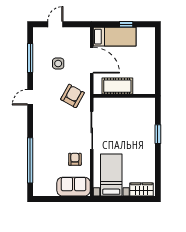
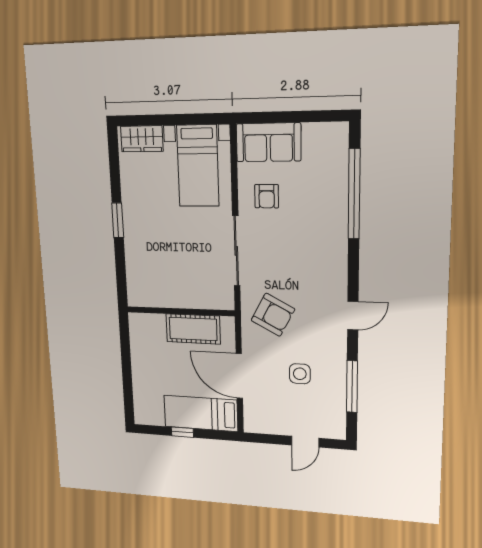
armchair: (72, 96) -> (273, 315), turned -91
window: (158, 134) -> (118, 220), moved

